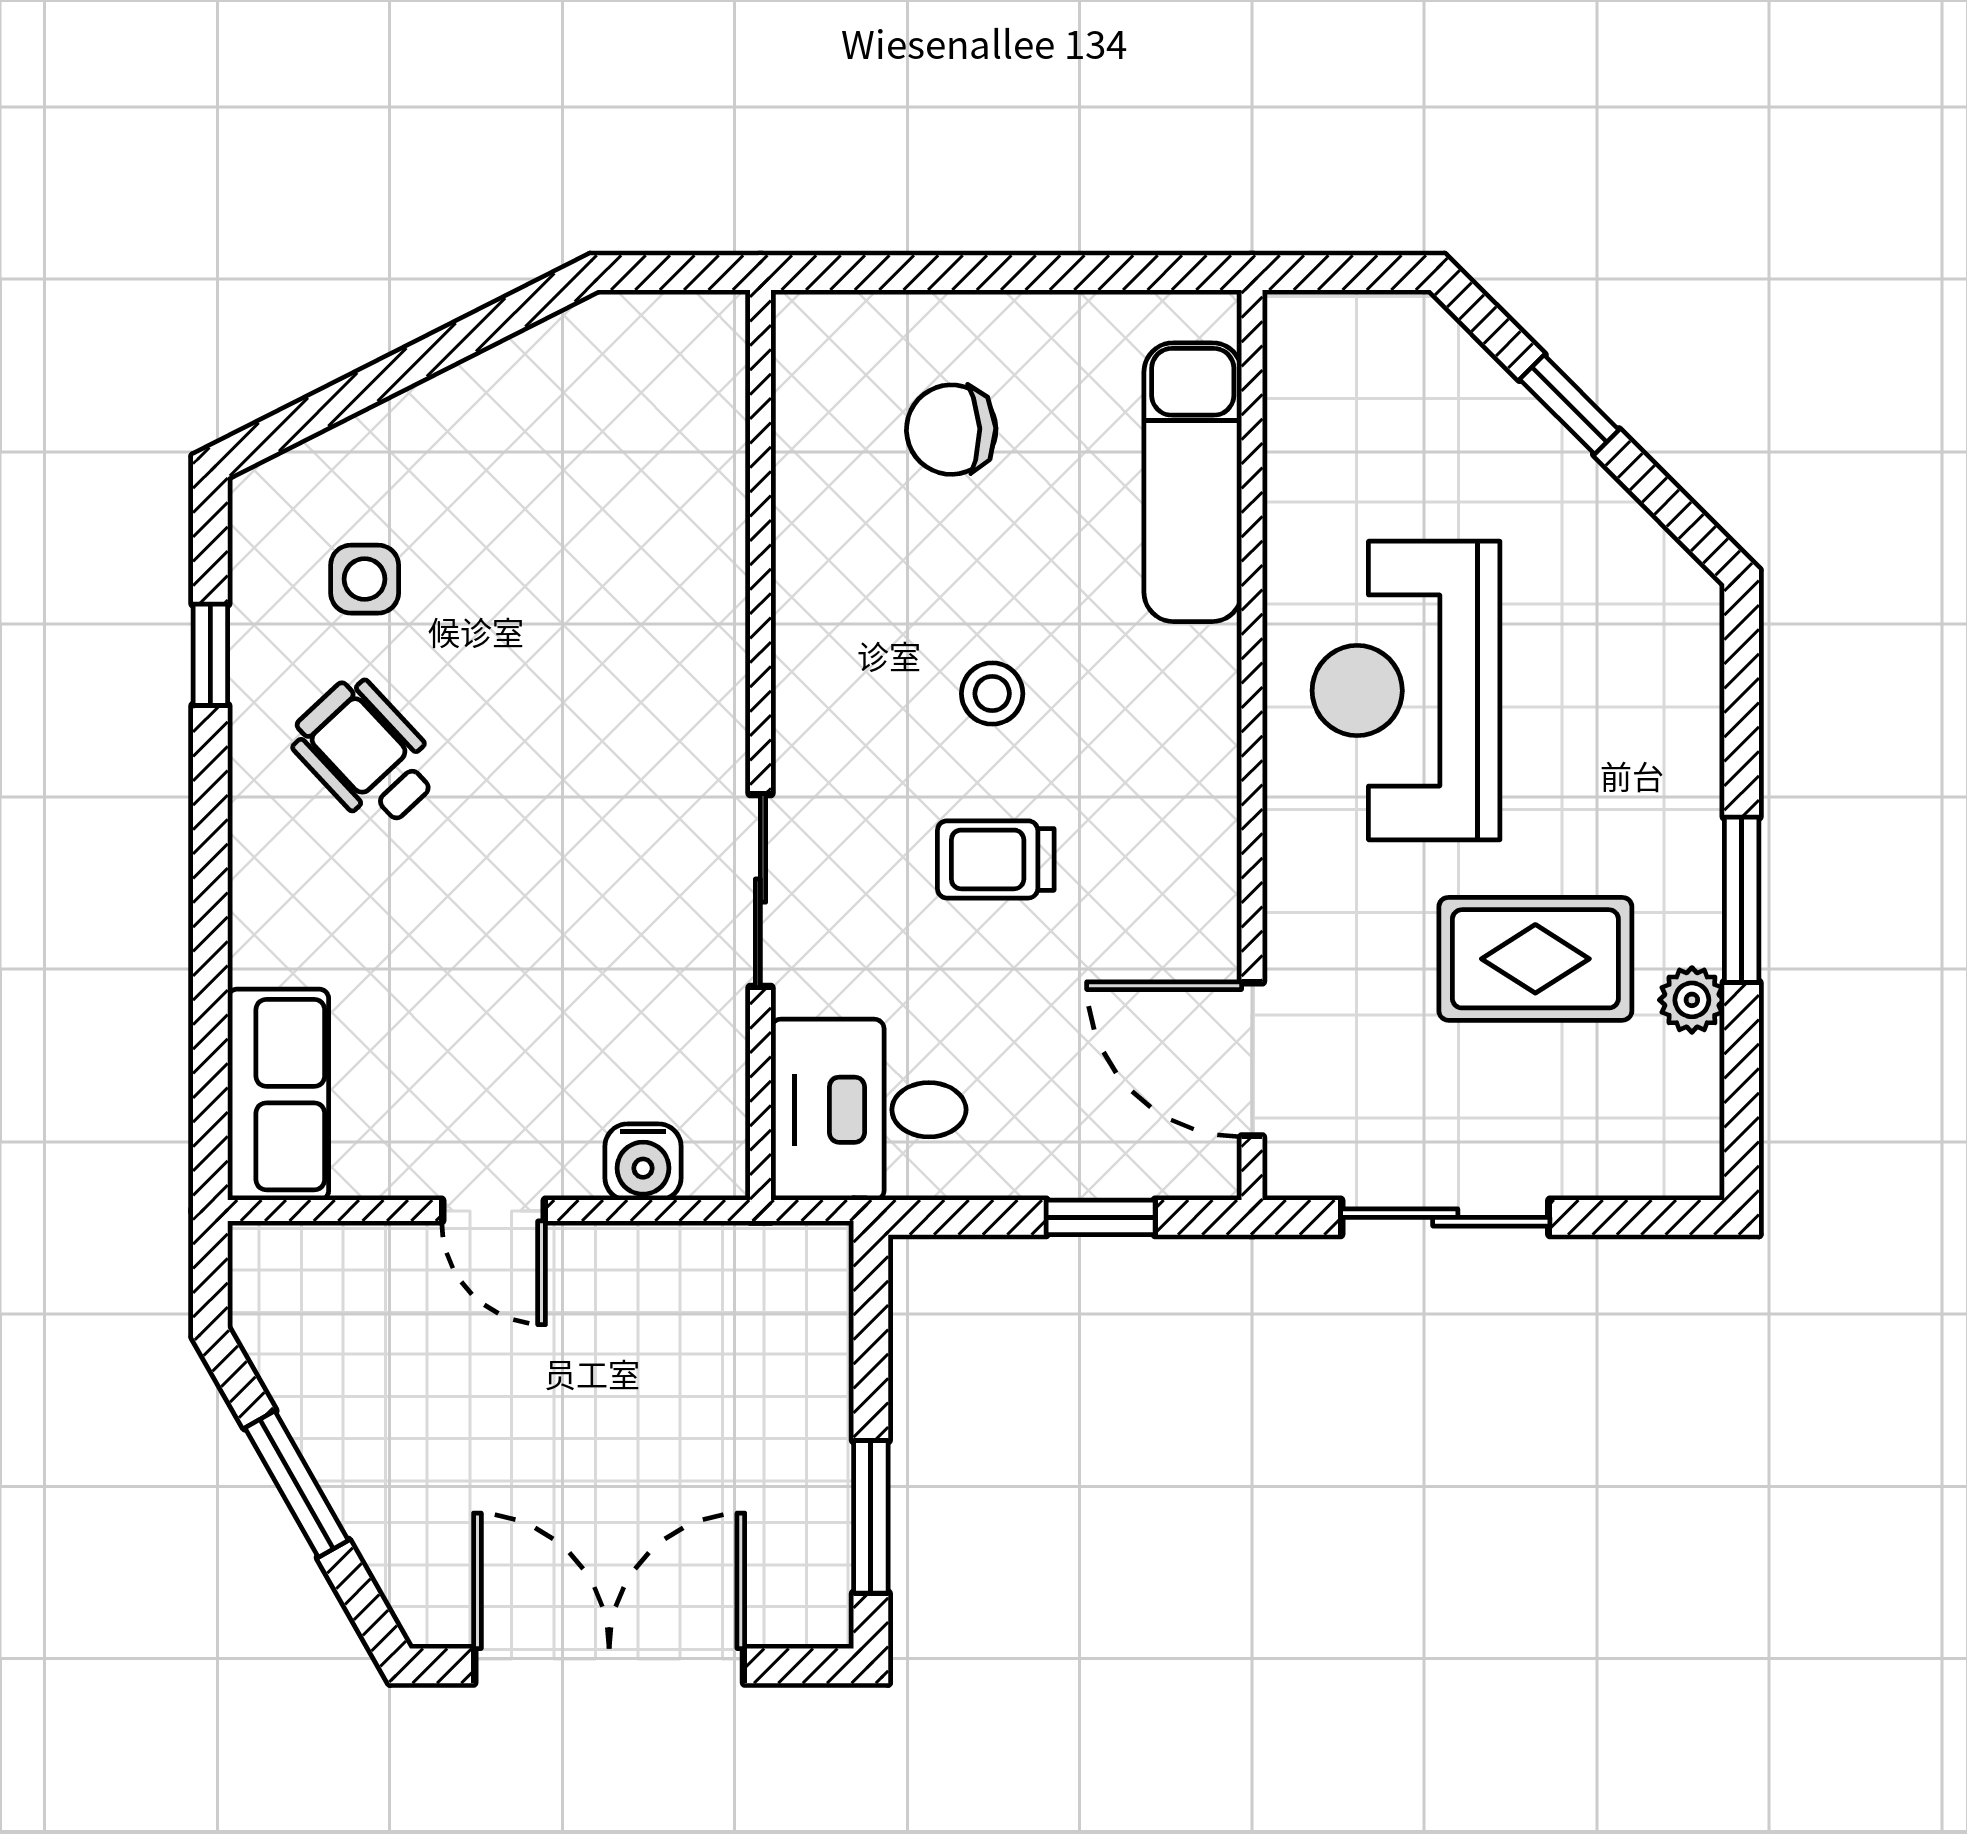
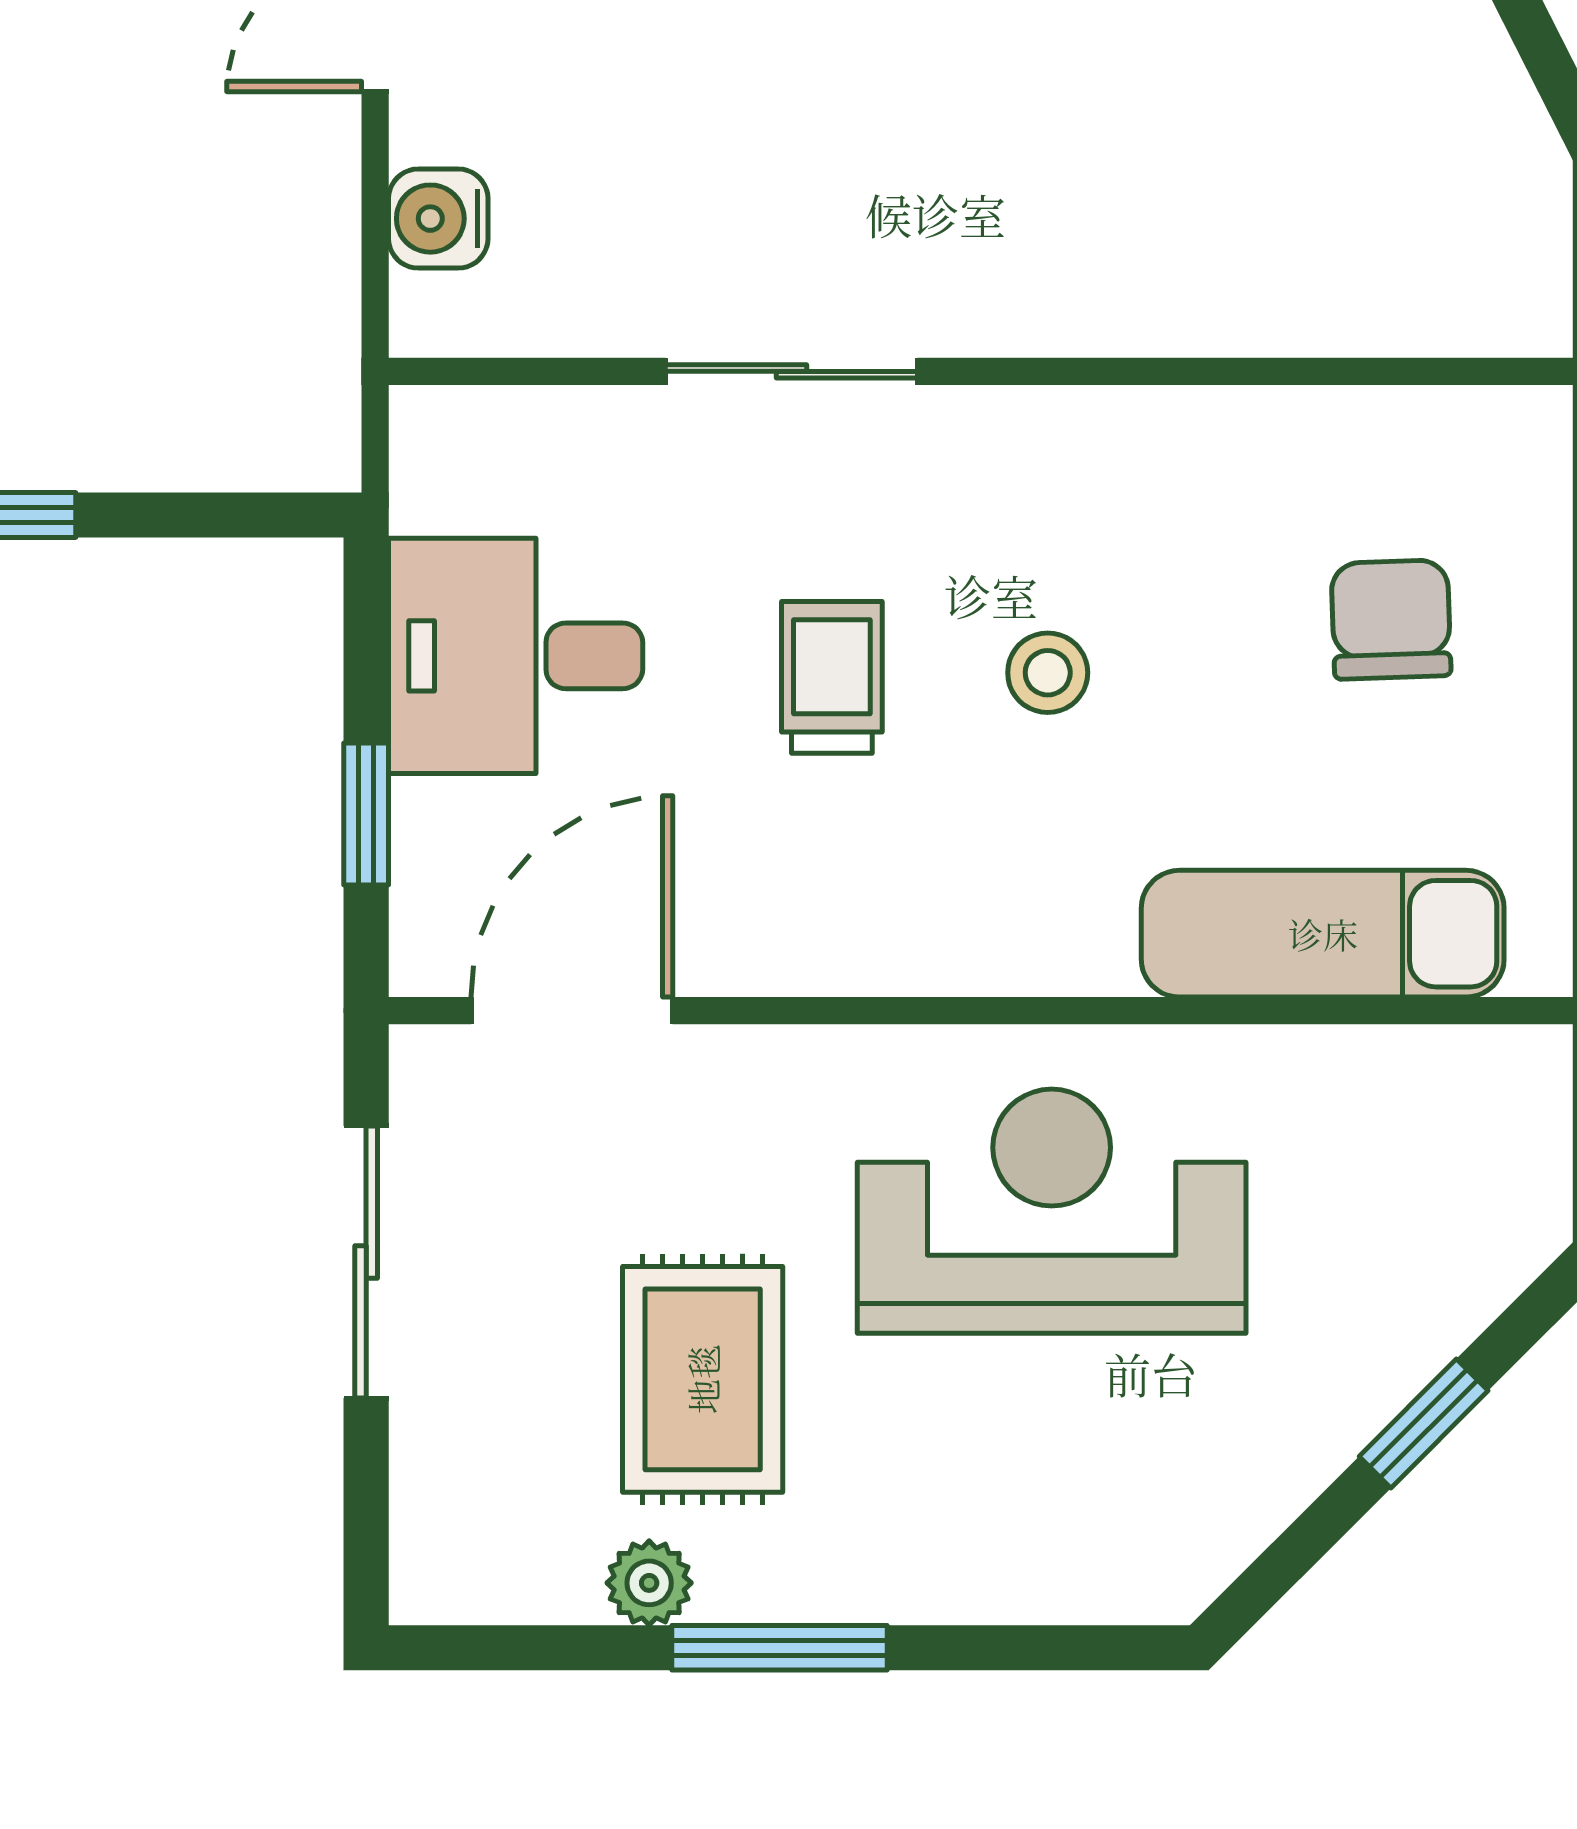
desk: (868, 1110) -> (516, 656), moved, turned -90

